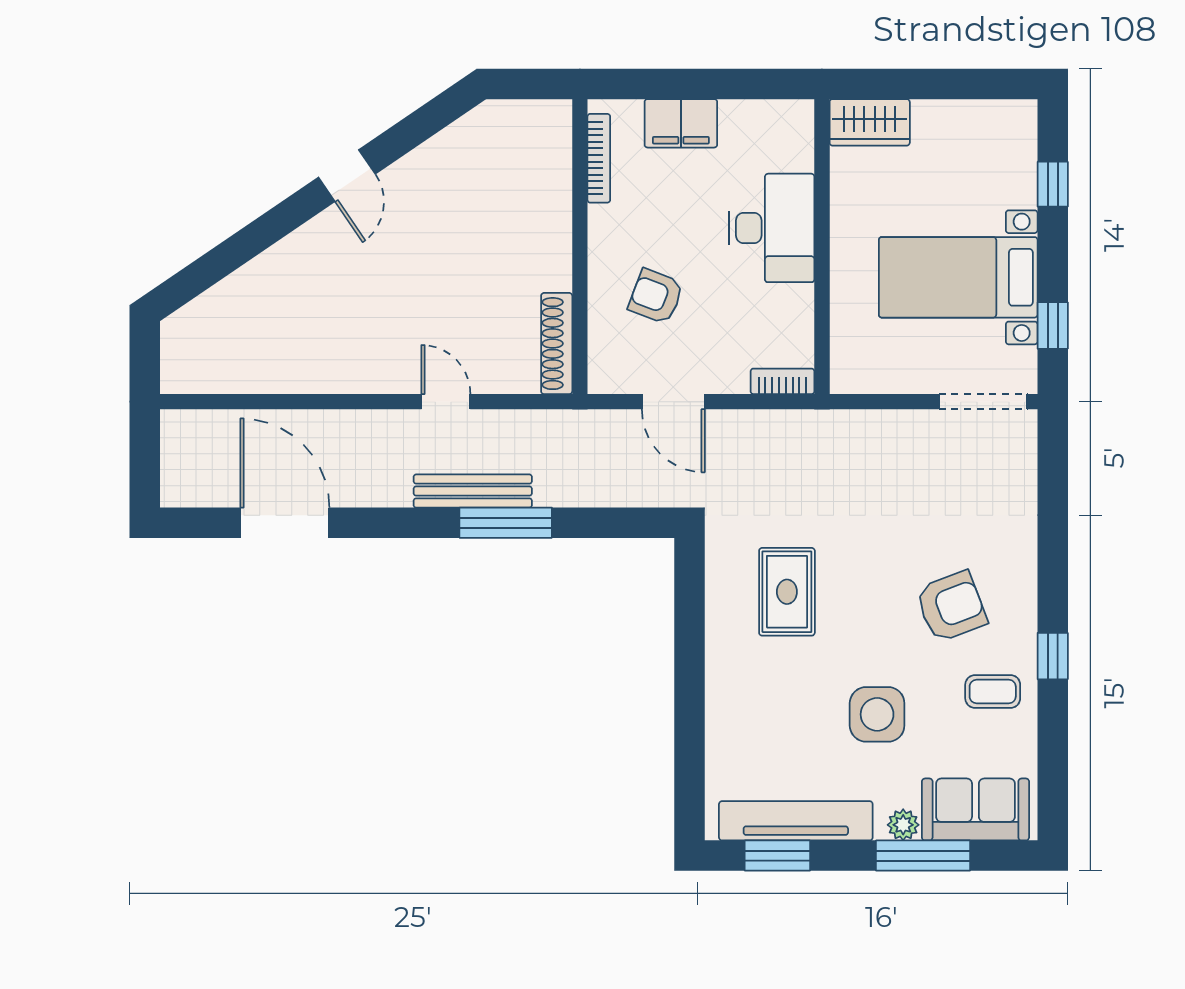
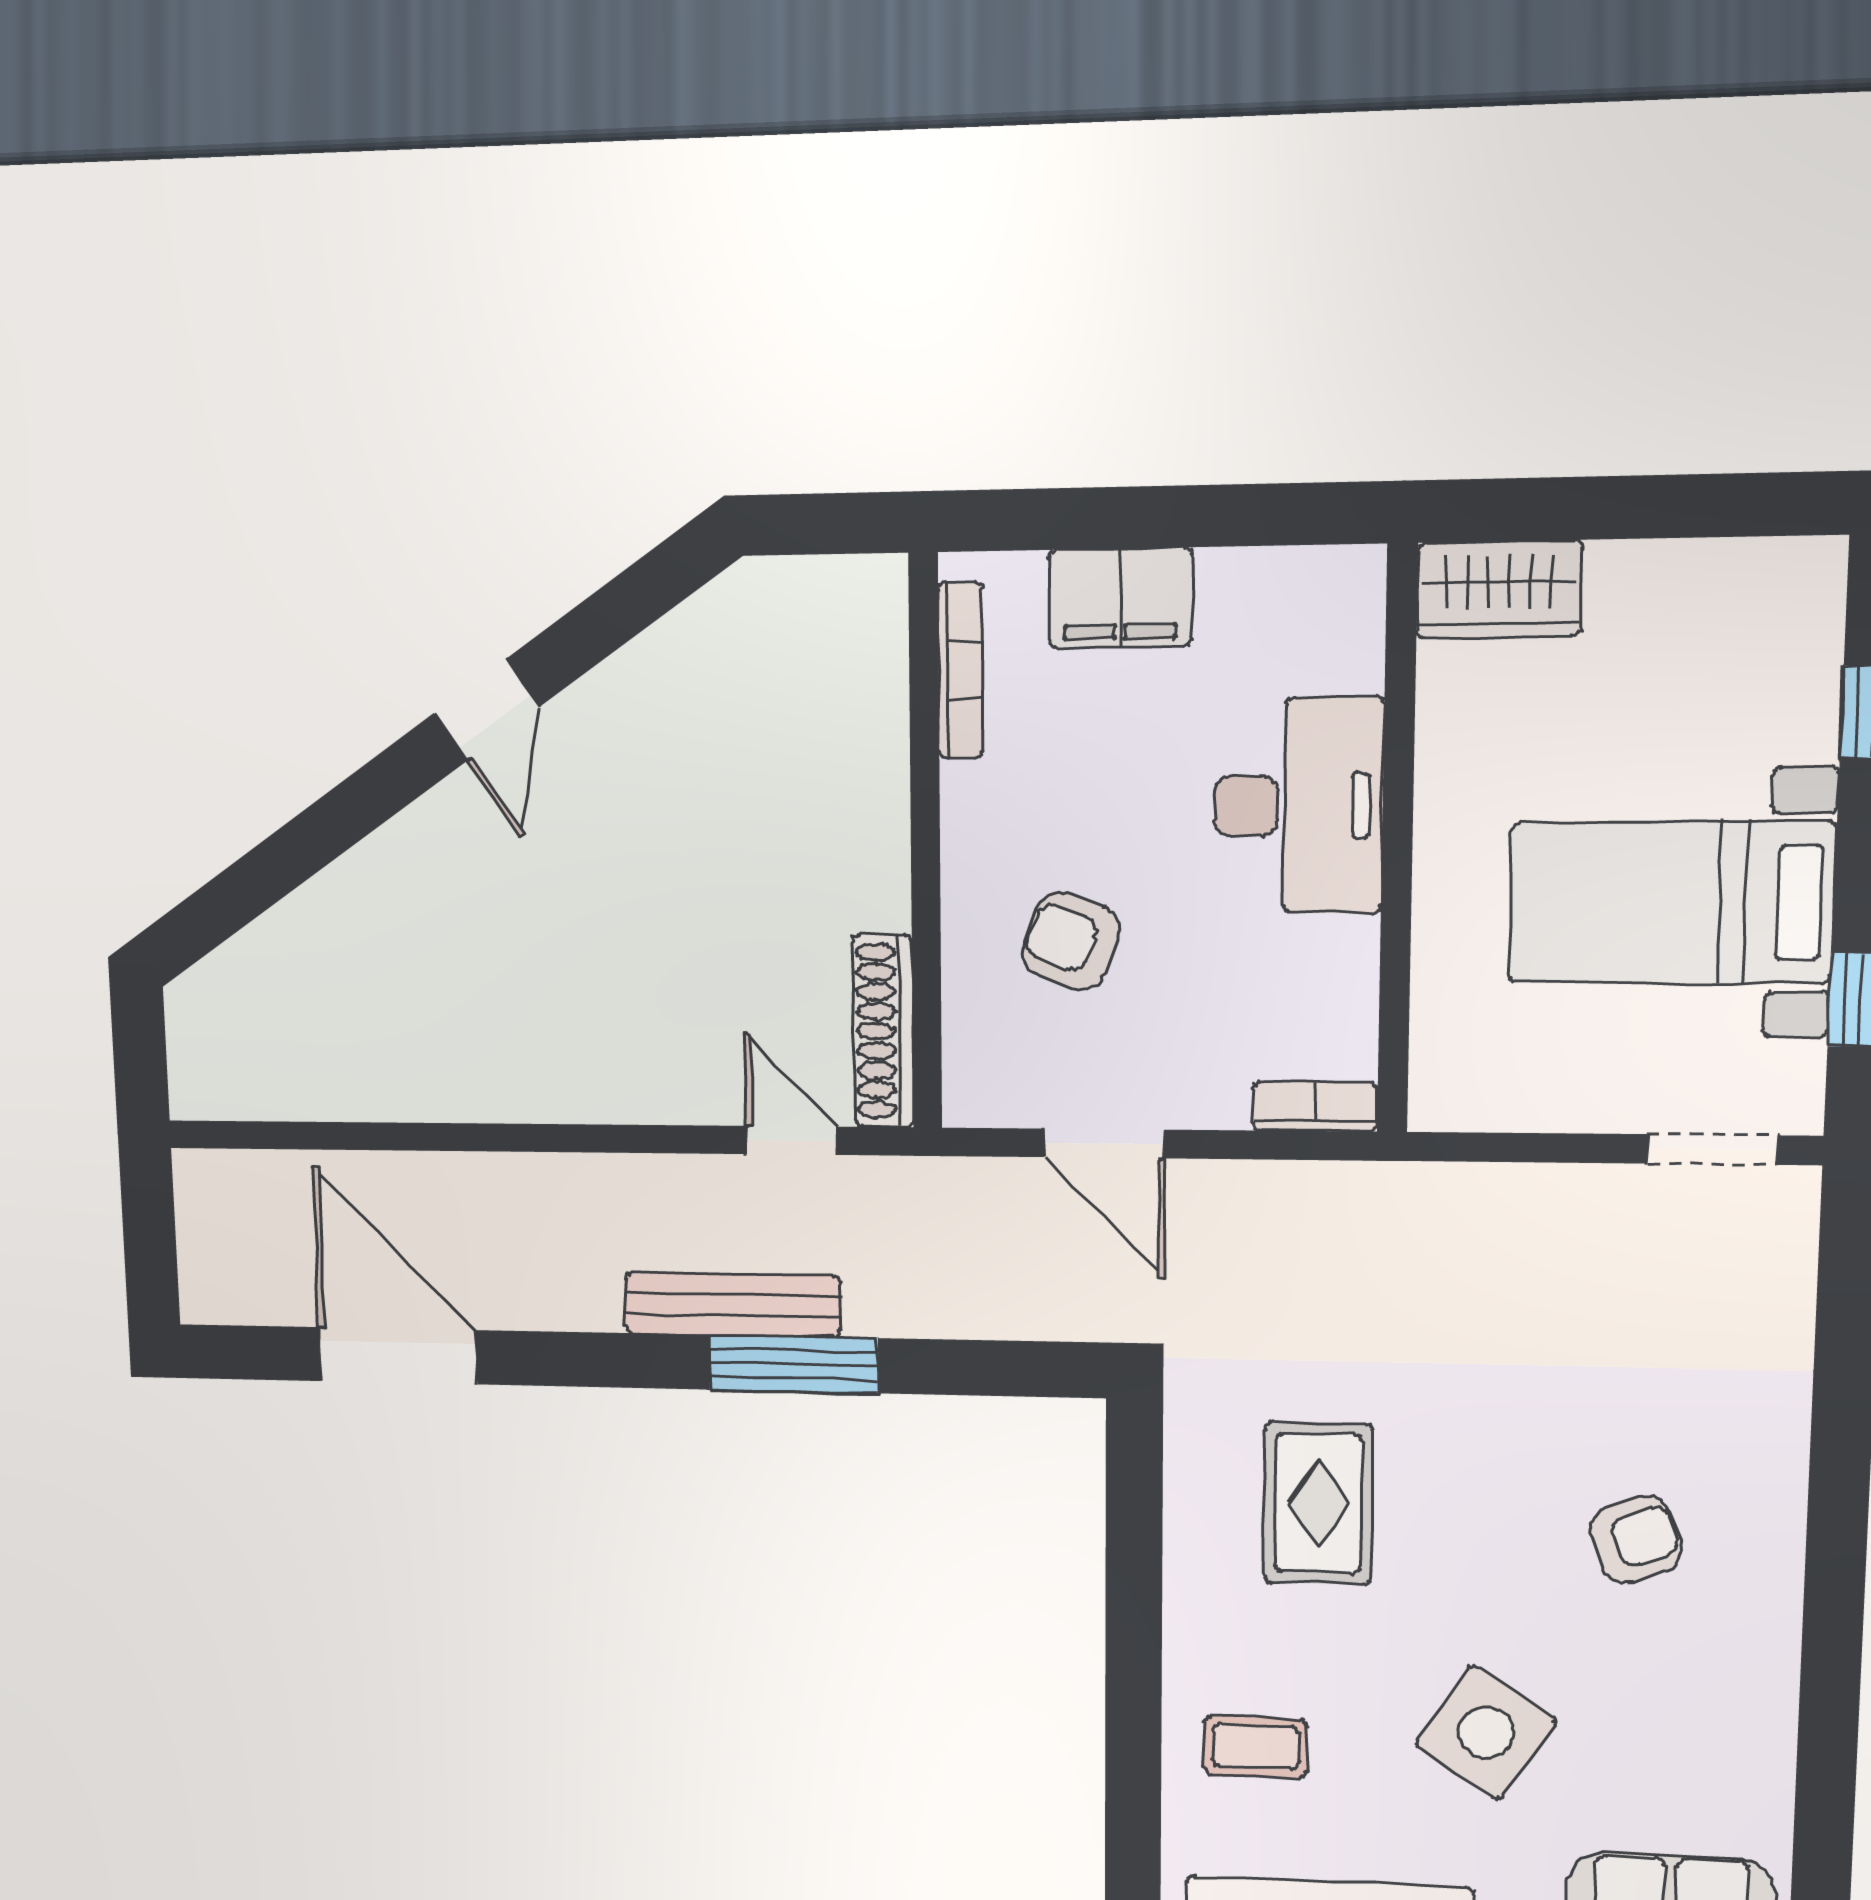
door: (446, 402) -> (792, 1140), moved
doorway: (983, 402) -> (1712, 1149), width x0.73
armchair: (951, 606) -> (1635, 1539), width x0.72, depth x0.72
window: (1053, 656) -> (1832, 1638), removed
coffee table: (993, 692) -> (1255, 1747), moved
side table: (877, 714) -> (1486, 1733), turned 33

